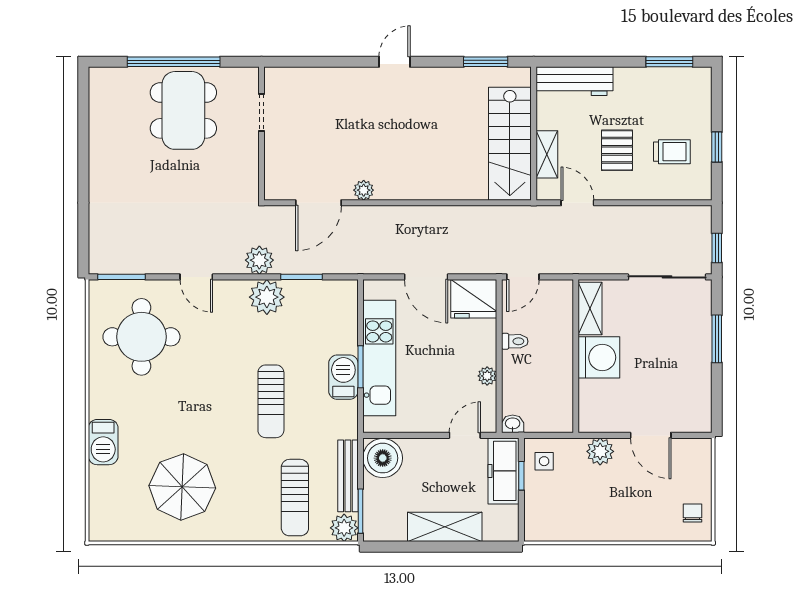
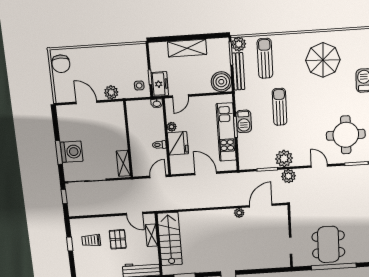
fridge: (474, 299) -> (178, 143), moved, turned 90
washing machine: (599, 357) -> (72, 152), moved, turned 180
freezer: (503, 471) -> (160, 84), width x0.71
chair: (692, 513) -> (61, 64), width x1.87, depth x1.87

